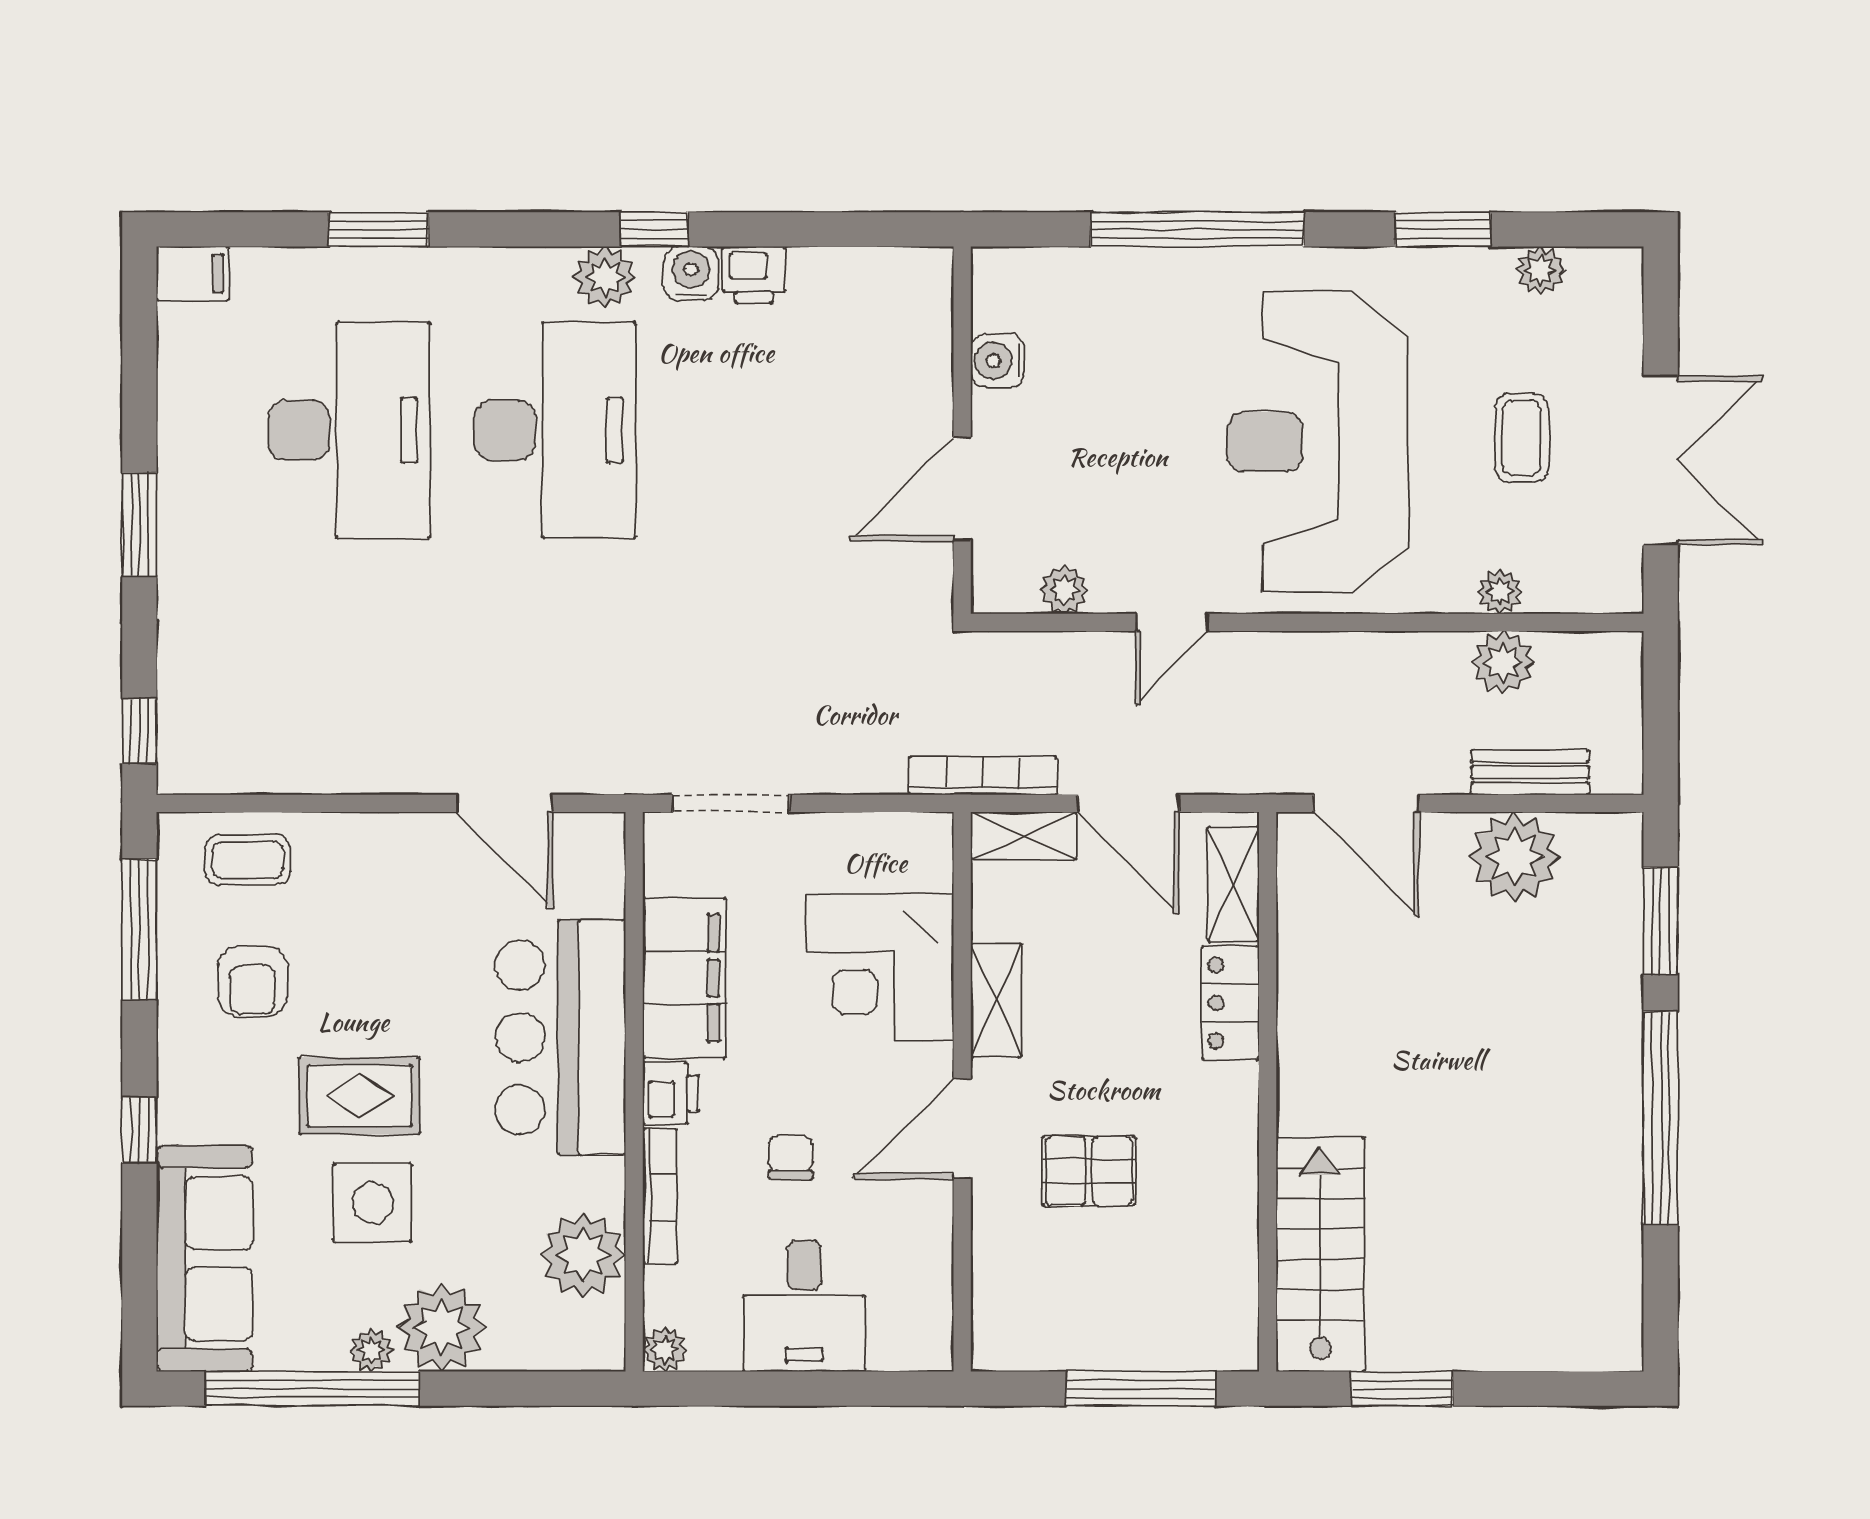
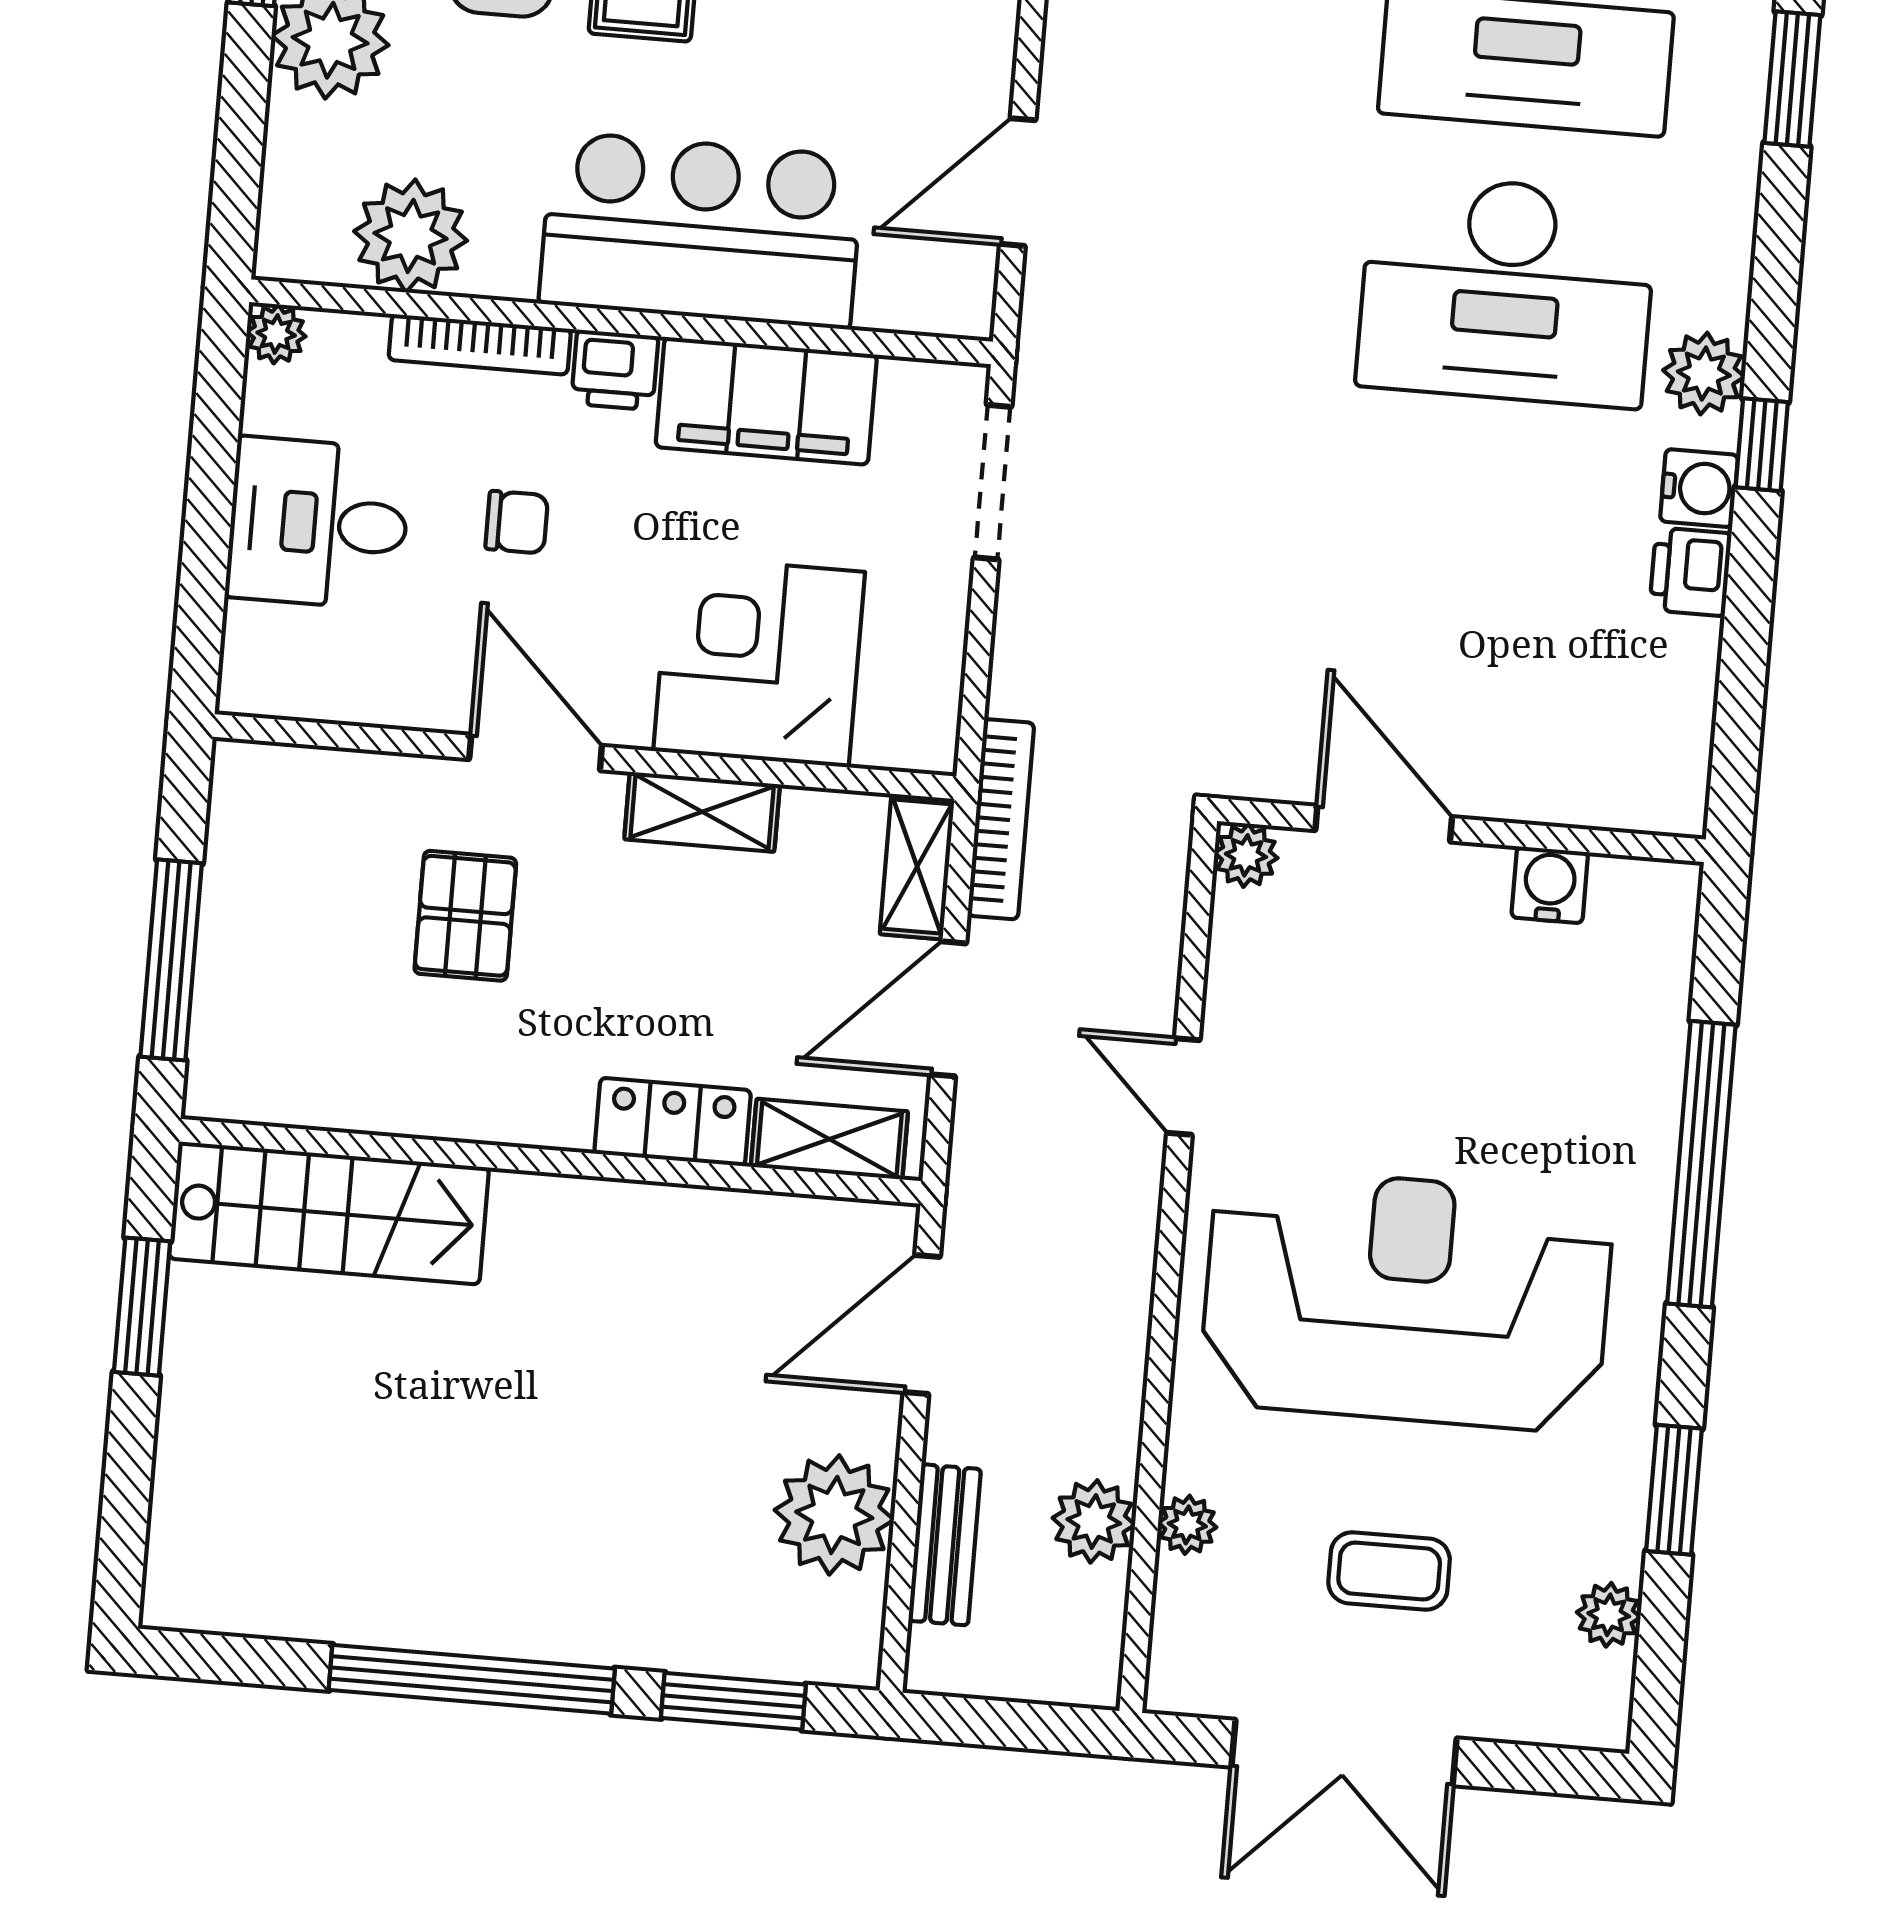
plant: (1064, 590) -> (1246, 855), moved

